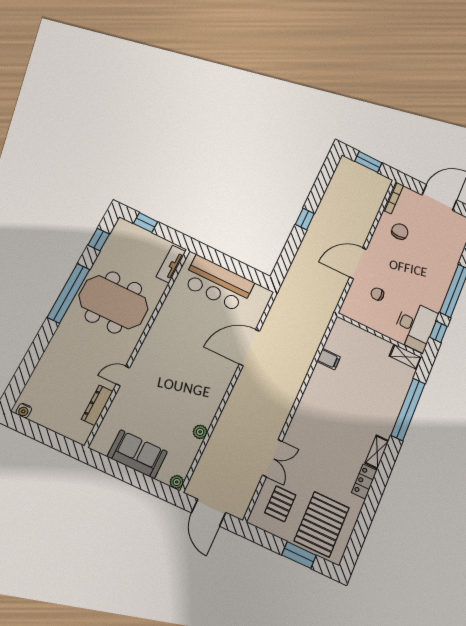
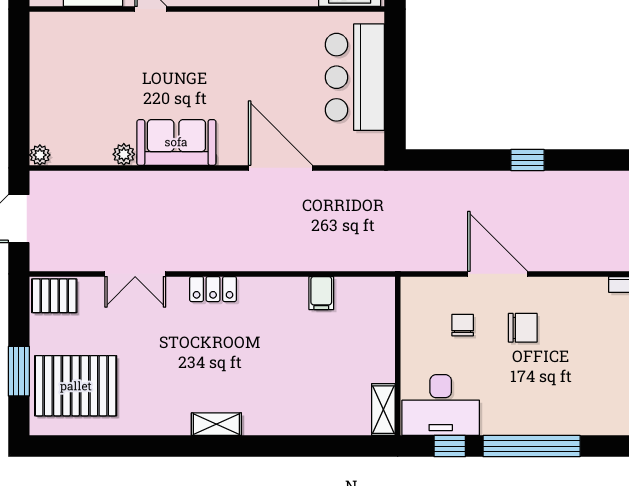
chair: (400, 232) -> (523, 328), moved
window: (408, 409) -> (303, 446), removed
sofa: (137, 454) -> (176, 142), moved, turned -90
locker: (364, 481) -> (213, 289), moved, turned 180
pallet: (280, 504) -> (54, 296), moved

